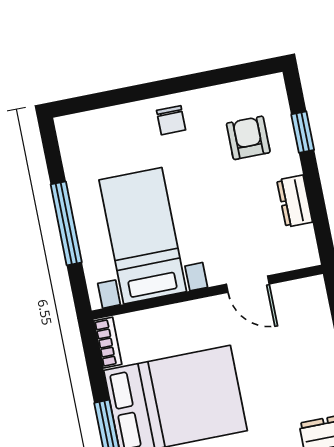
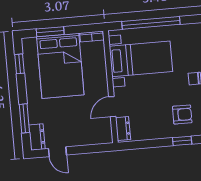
dresser: (295, 201) -> (123, 129), moved, turned 90
window: (66, 223) -> (151, 23), width x1.46

